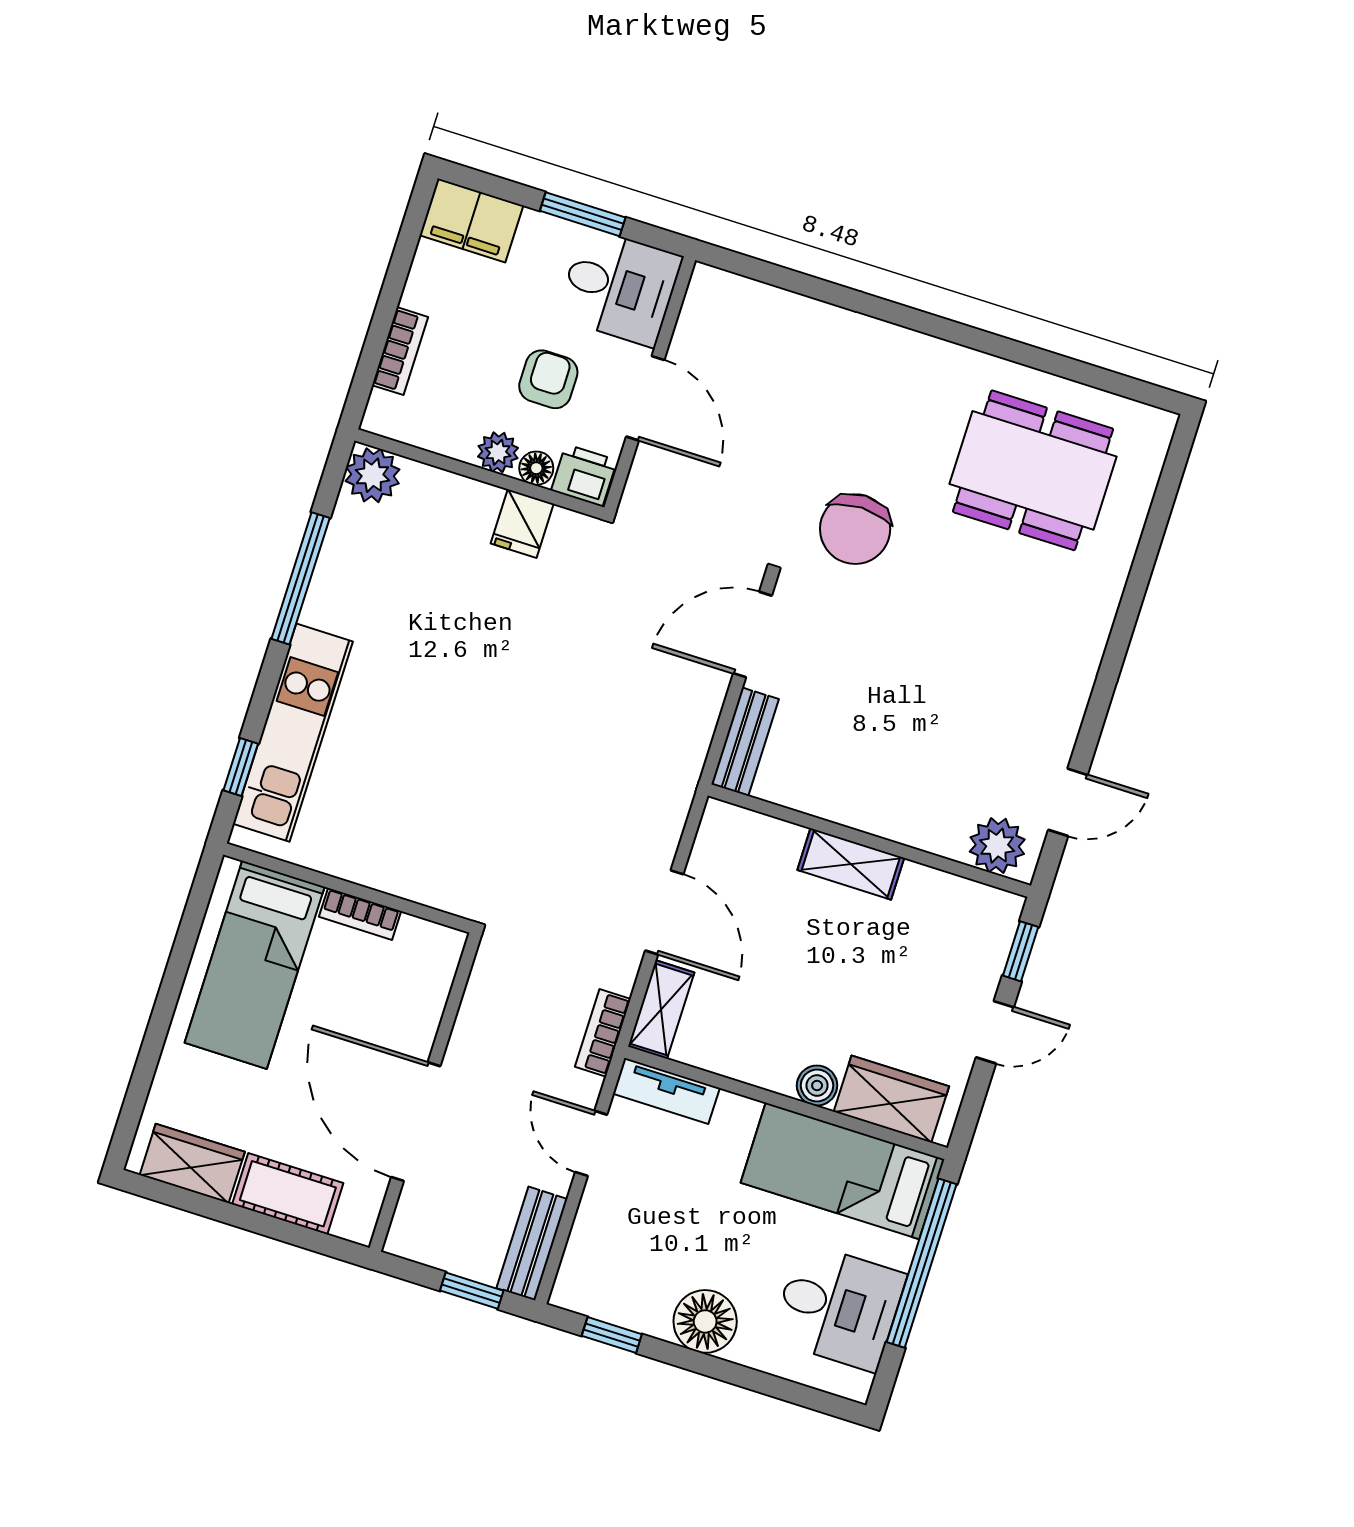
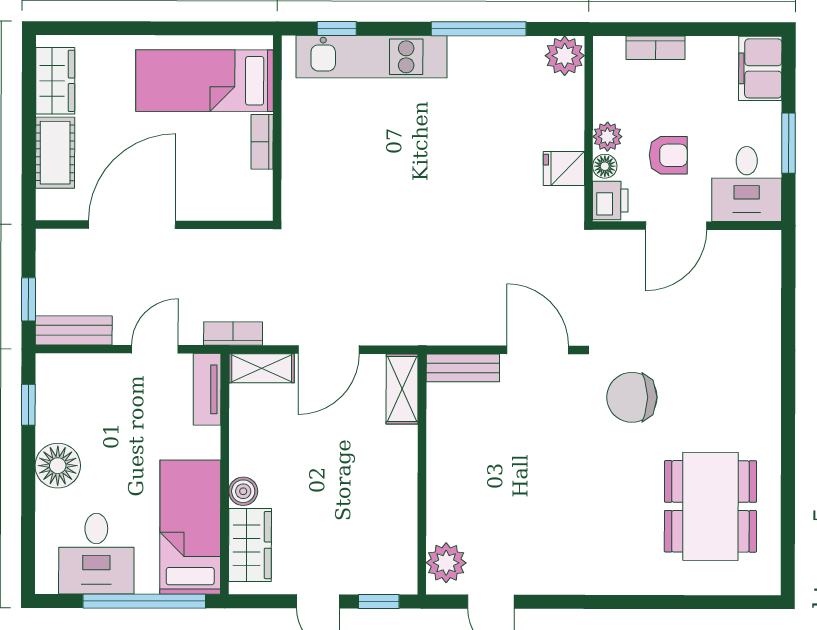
shelving: (851, 864) -> (402, 389), moved

